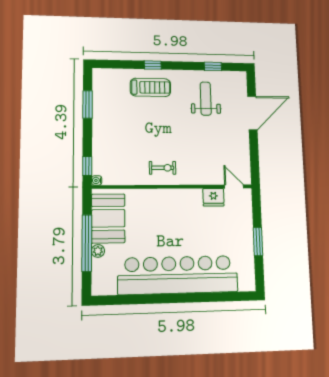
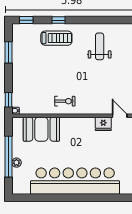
window: (213, 66) -> (26, 20), moved
booth: (108, 218) -> (41, 129), moved, turned 90

